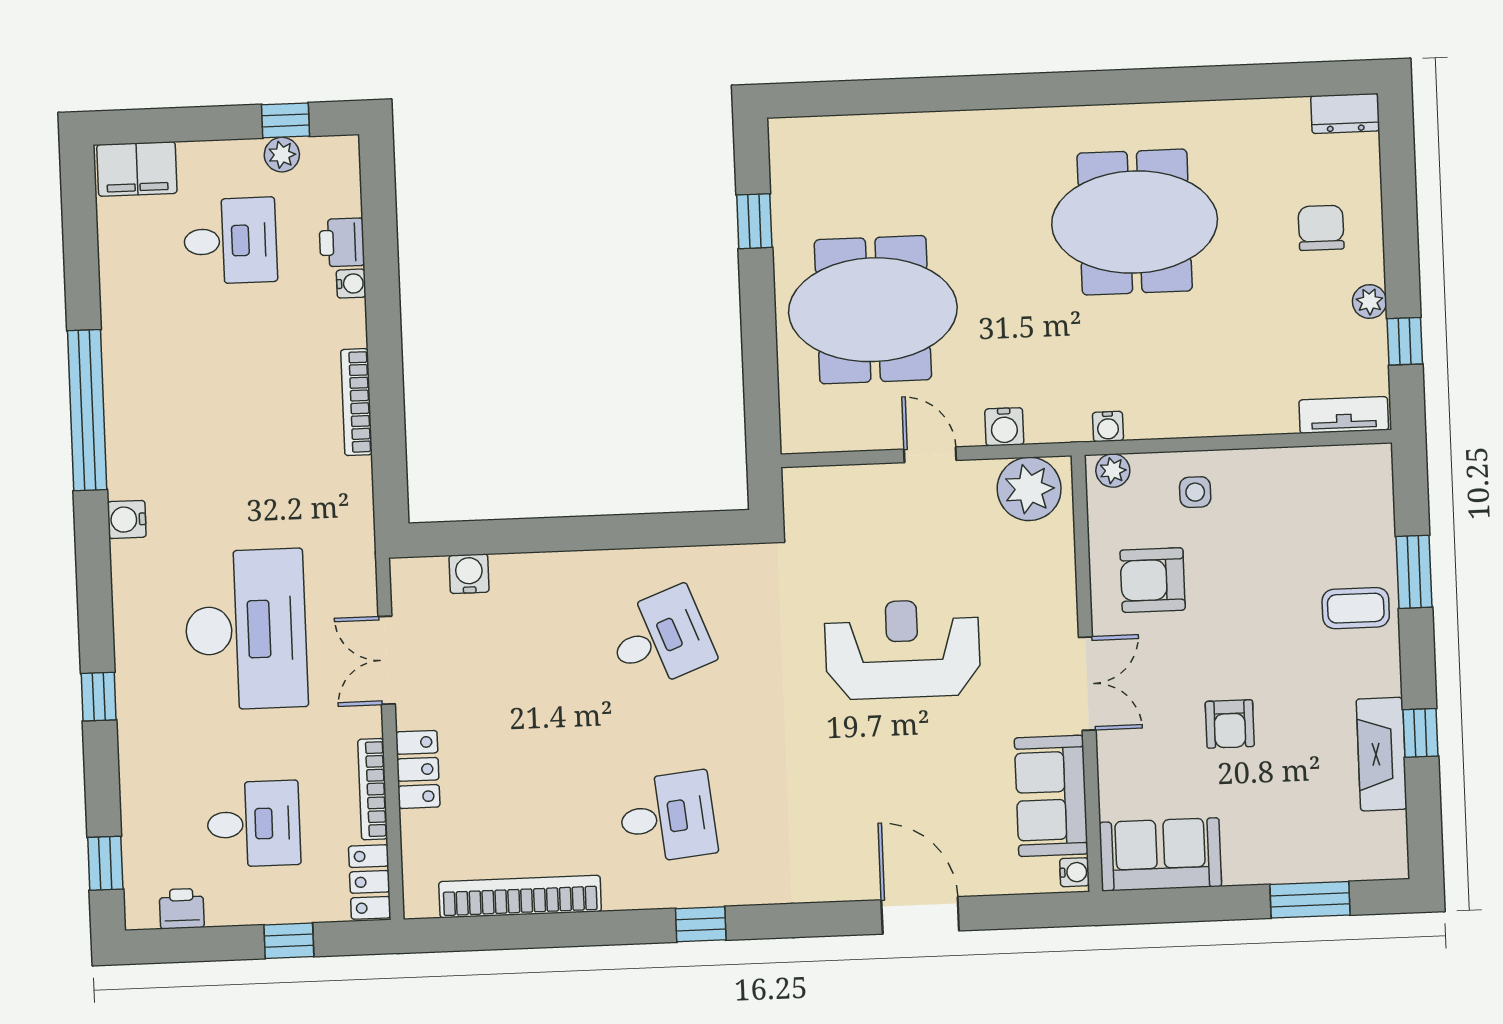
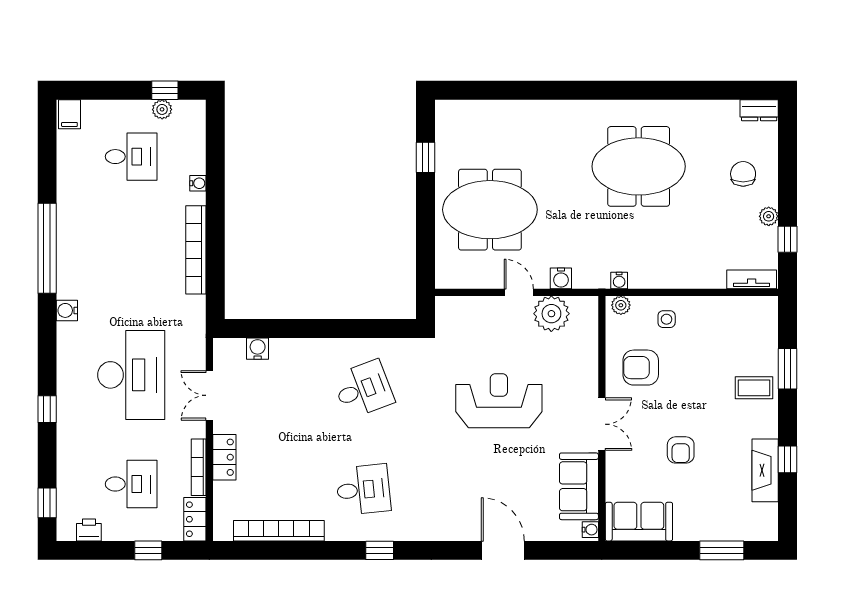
filing cabinet: (137, 169) -> (69, 114), width x0.50
printer: (342, 242) -> (194, 160), removed
bookcase: (356, 402) -> (196, 250), width x1.48, depth x1.31
plant: (1029, 489) -> (551, 314), moved

